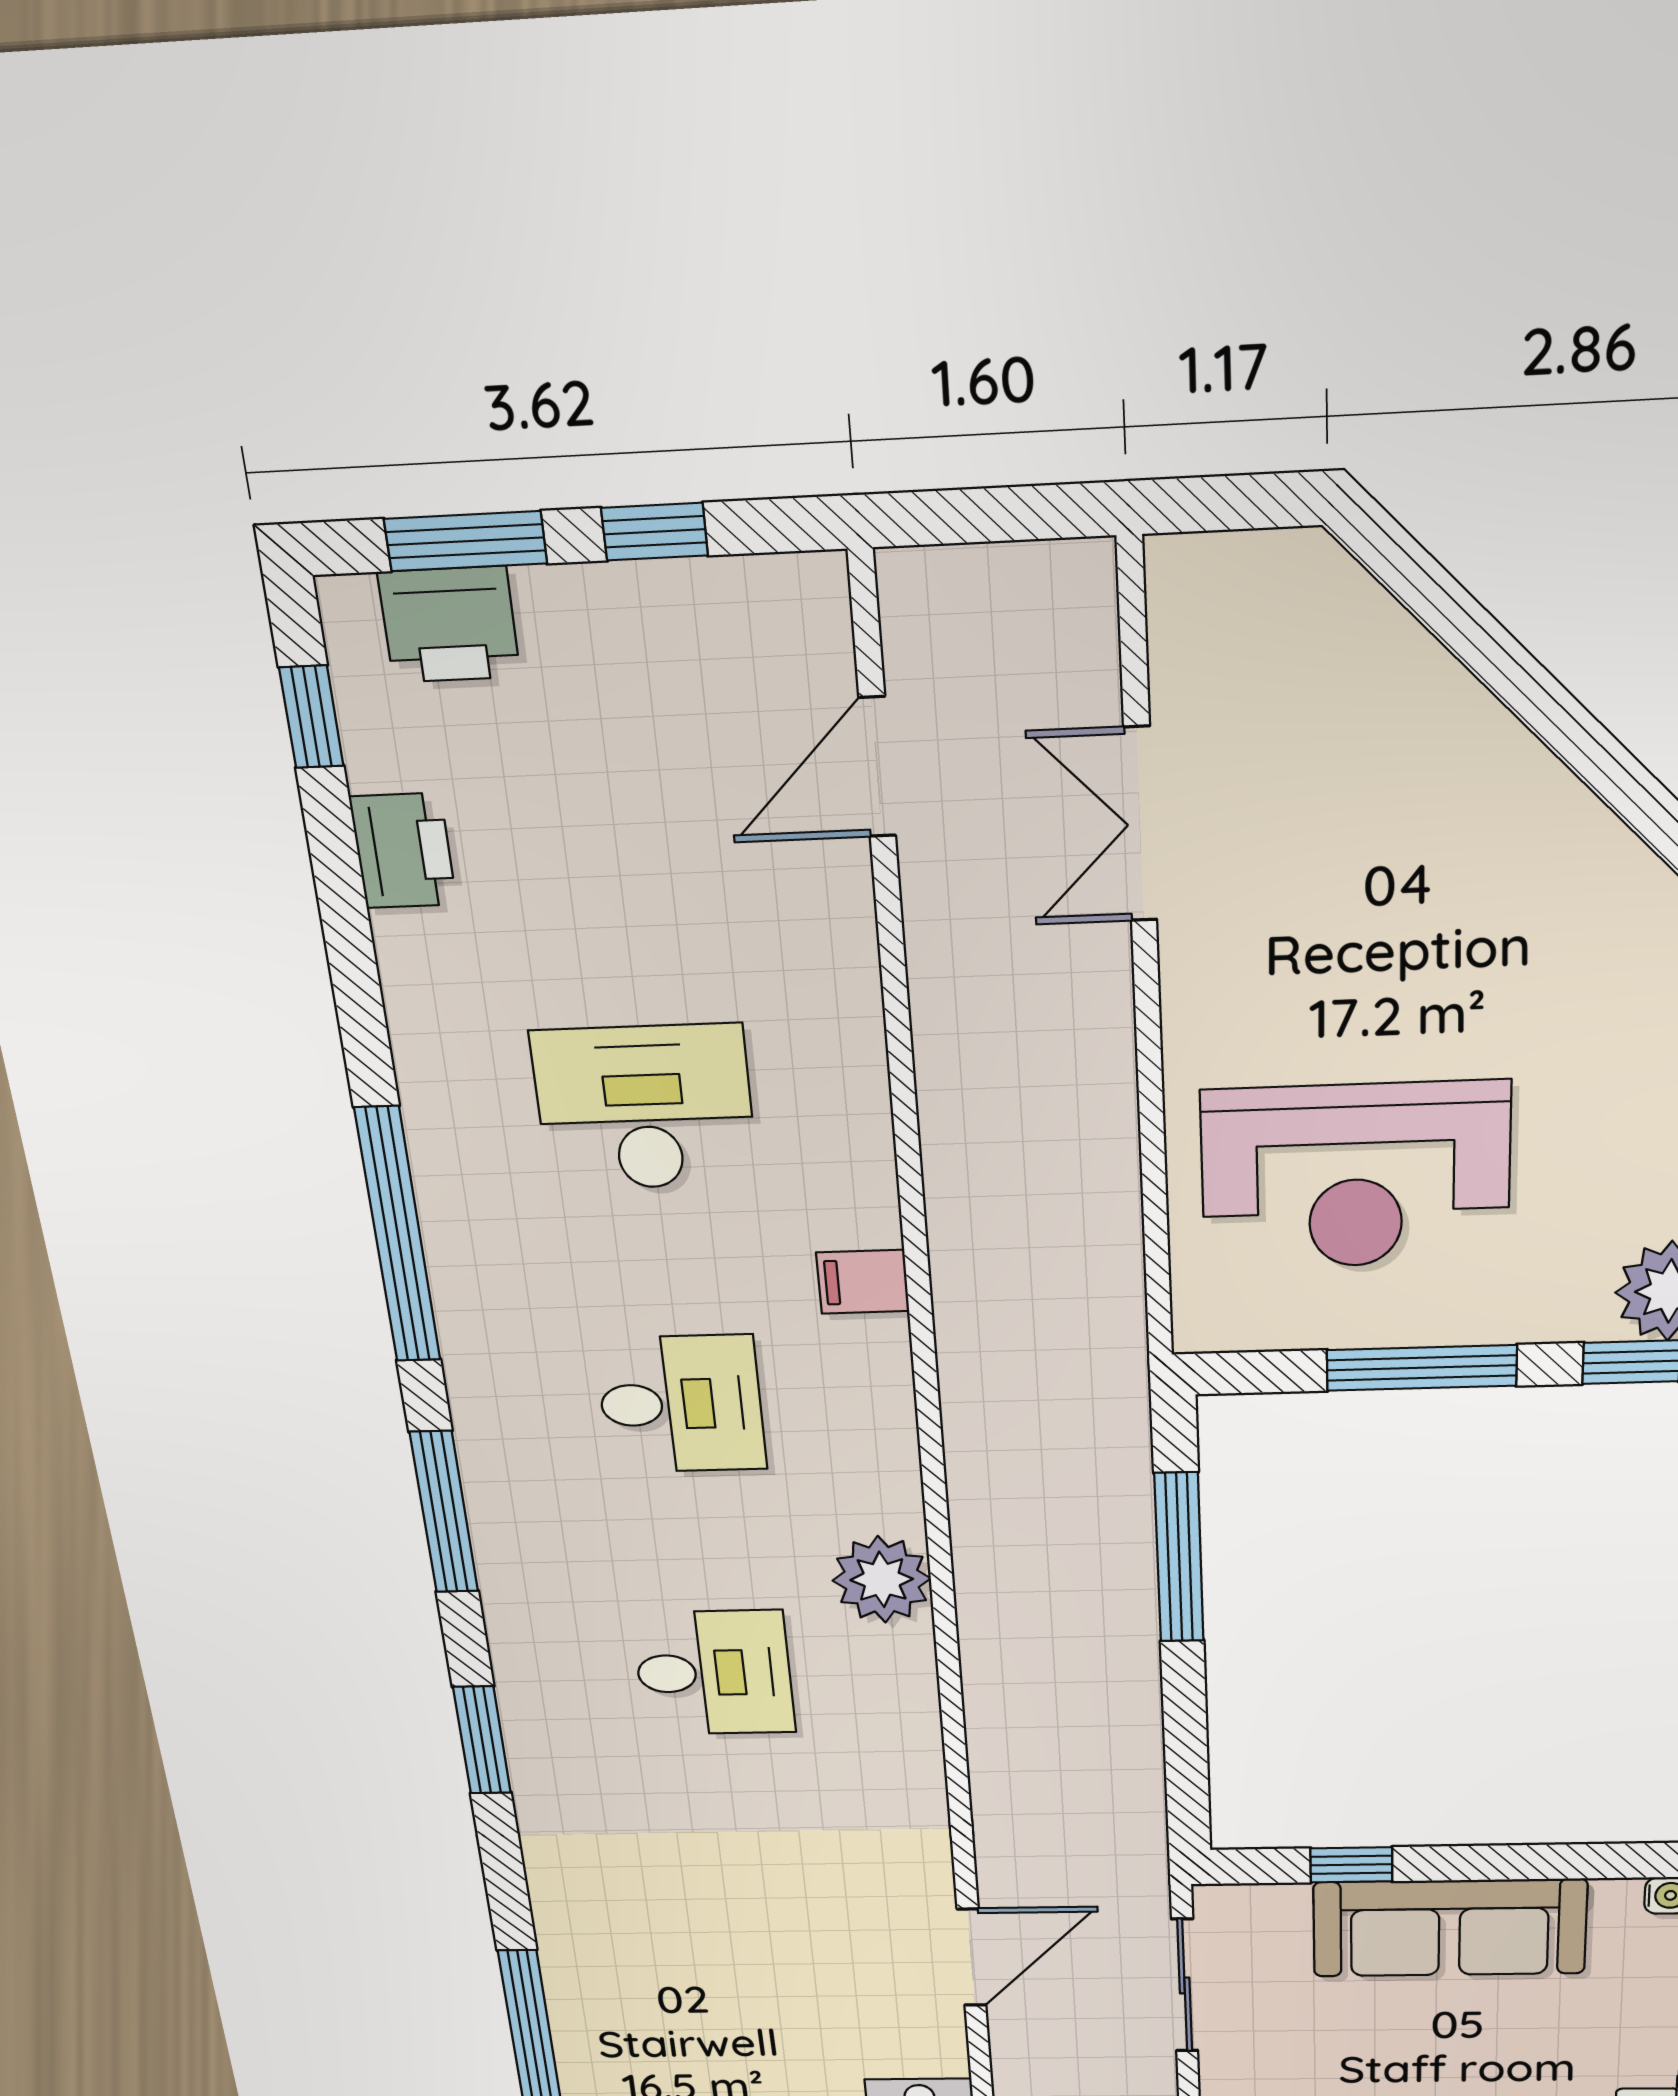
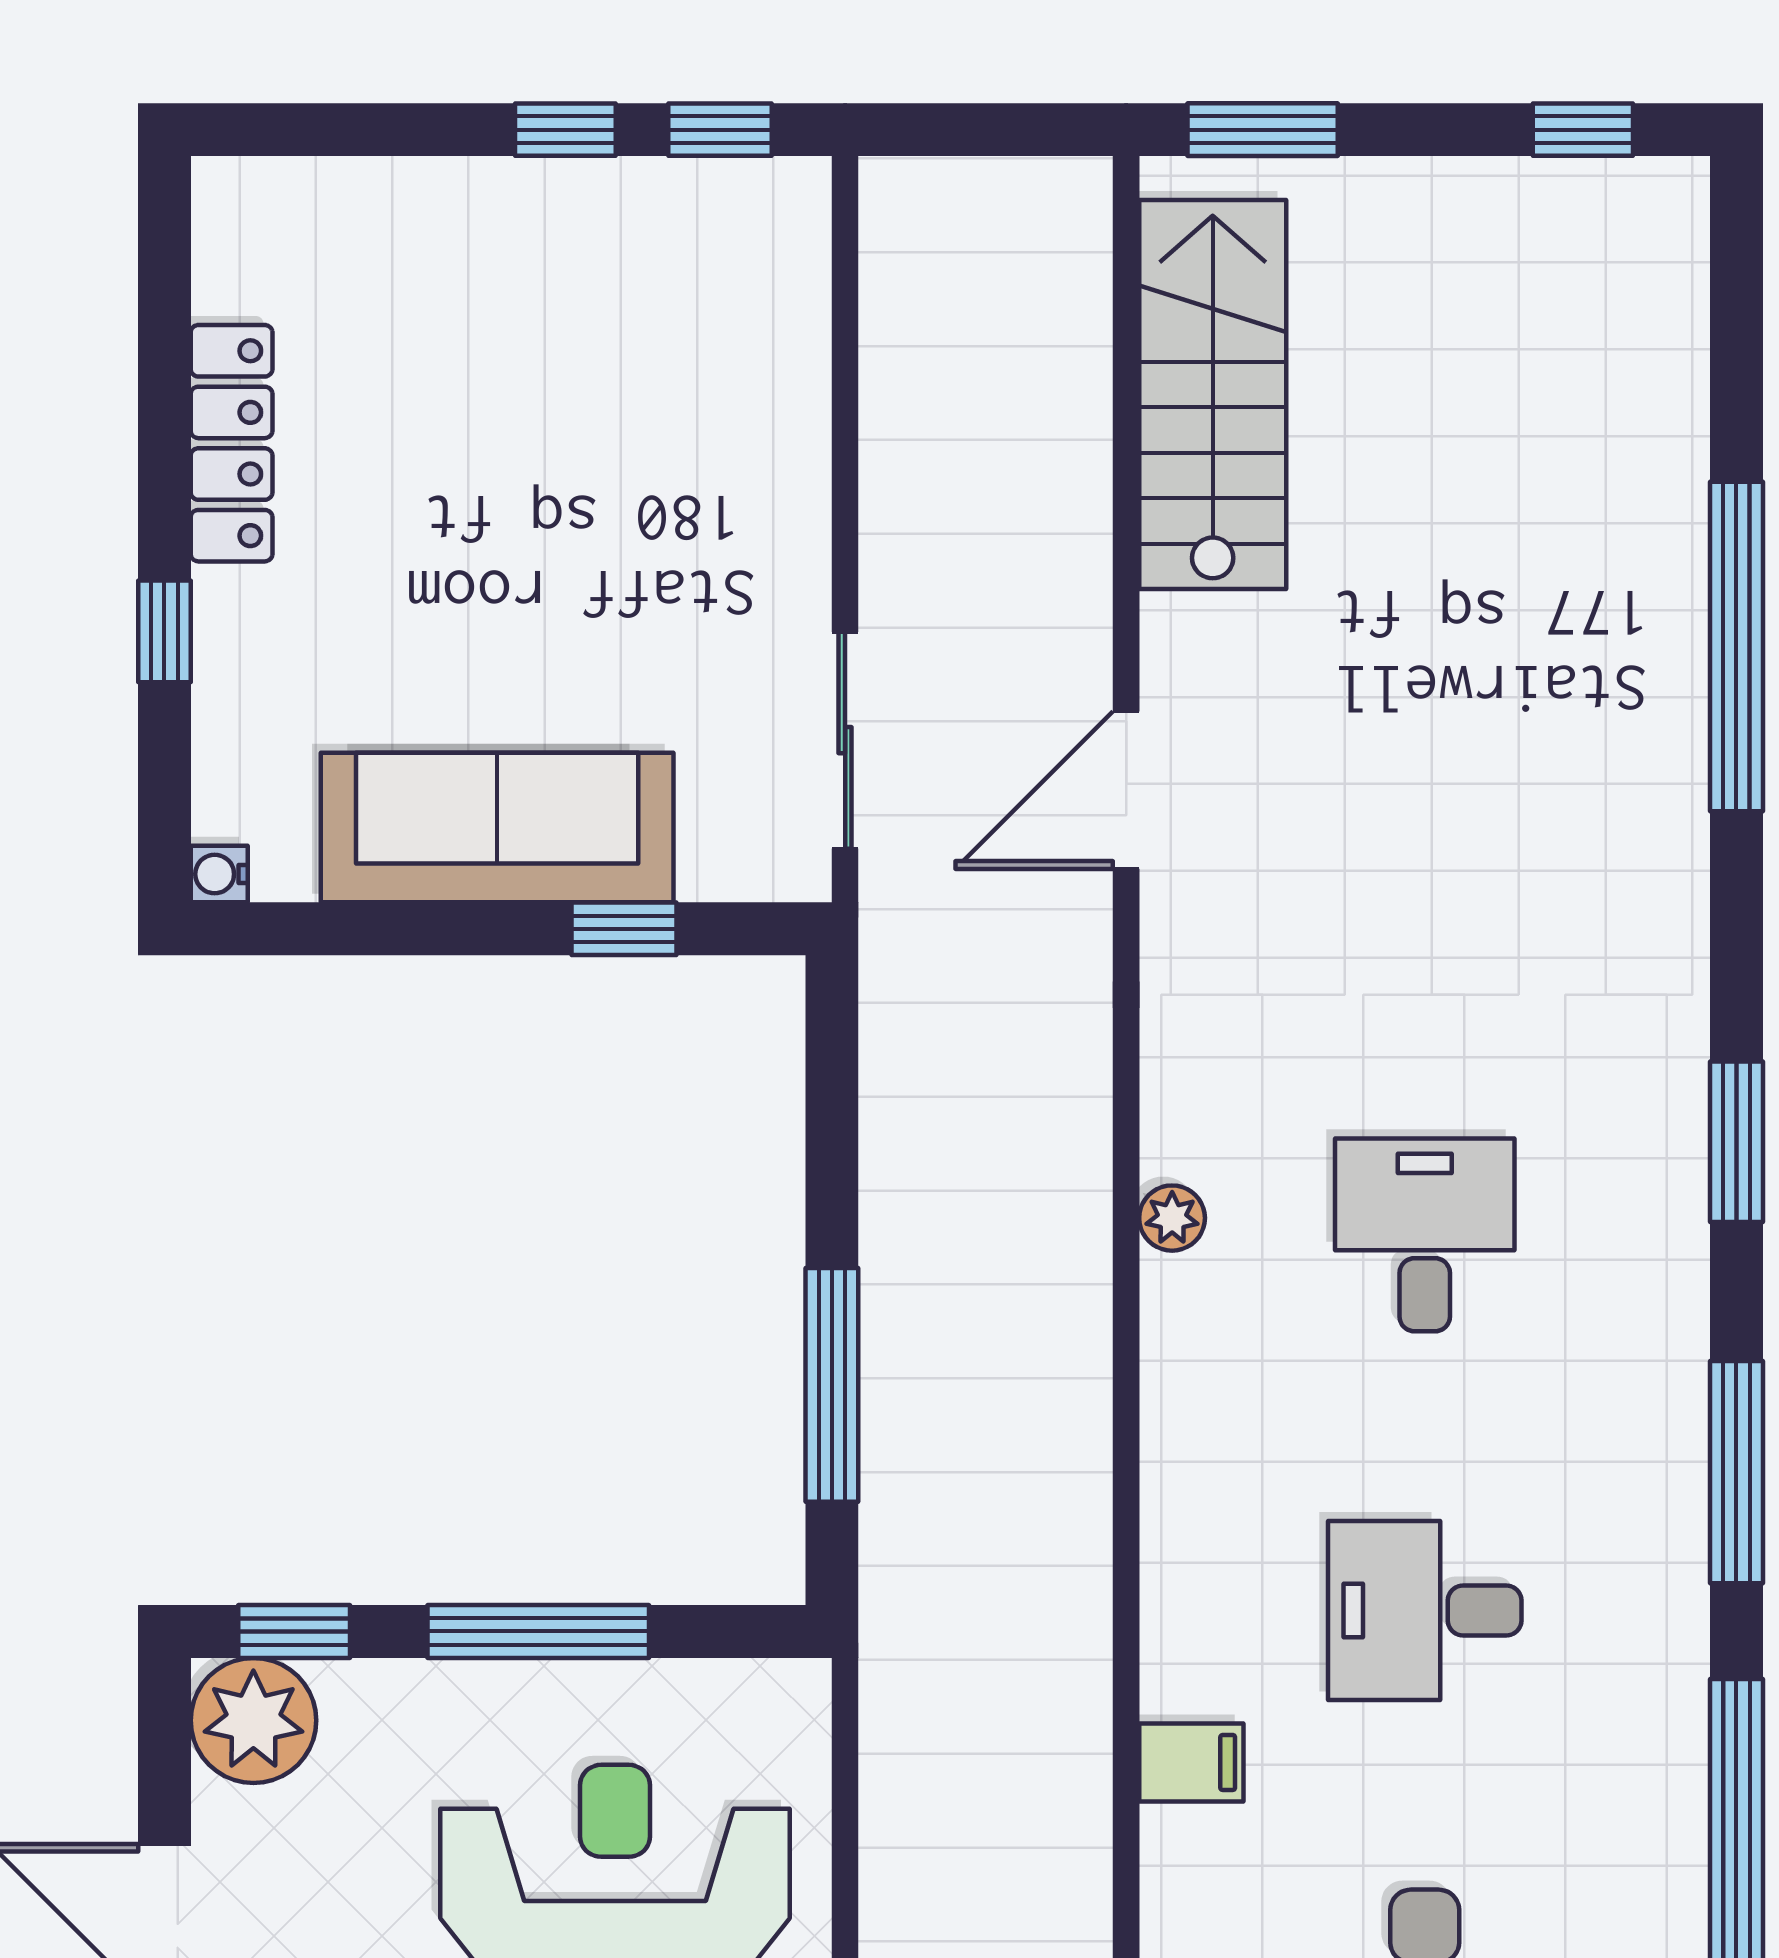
plant: (882, 1579) -> (1172, 1218), moved, width x0.53, depth x0.53
desk: (714, 1673) -> (1425, 1235), turned 90

